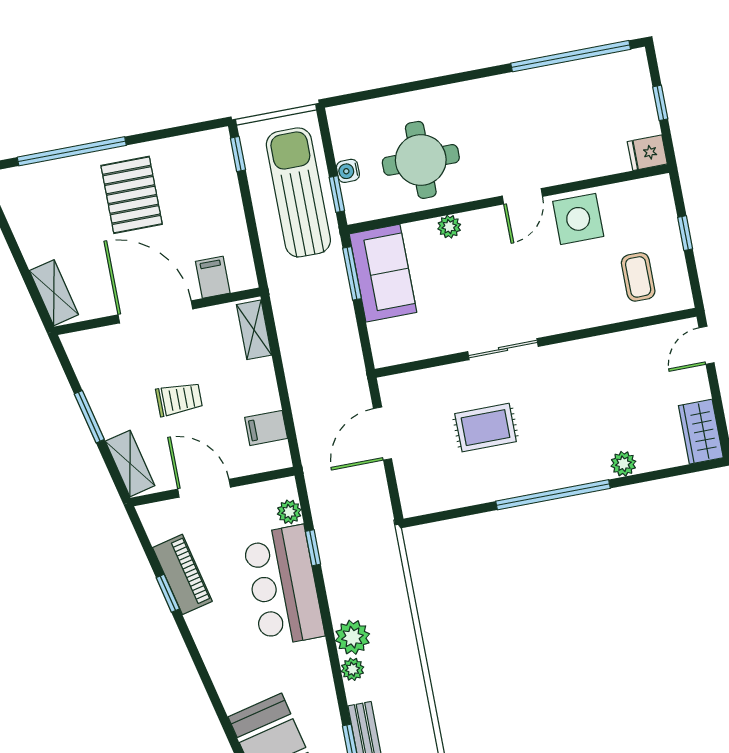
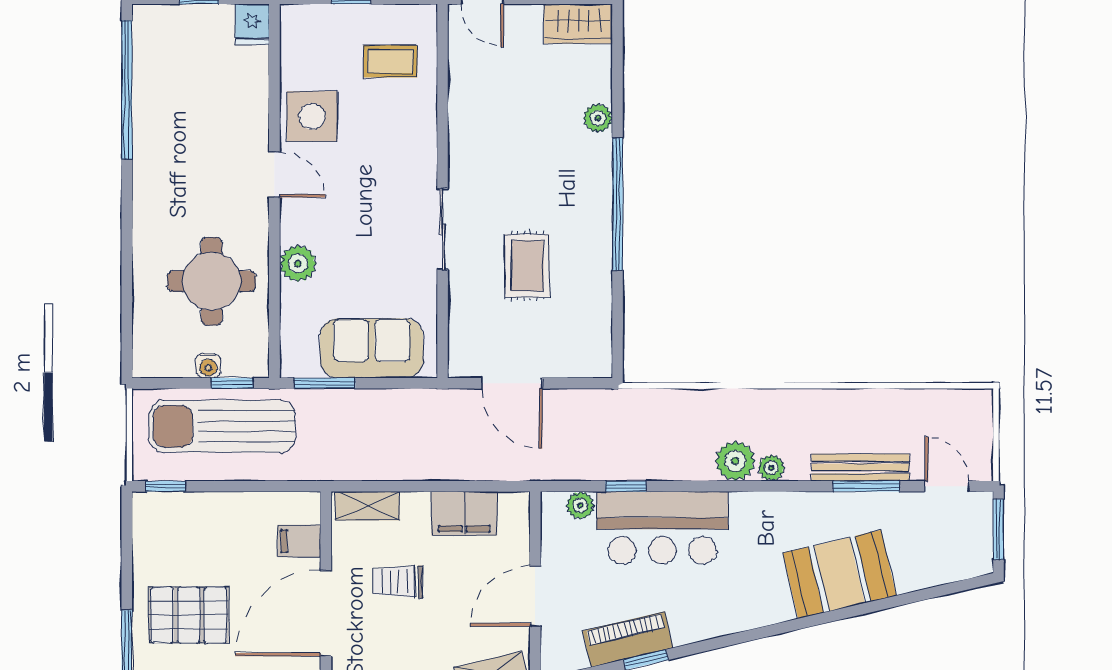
plant: (449, 227) -> (298, 263), width x1.38, depth x1.38
sofa: (383, 273) -> (372, 348), moved
trolley: (179, 399) -> (398, 582), moved, turned -90
filing cabinet: (266, 428) -> (464, 513), width x2.00

